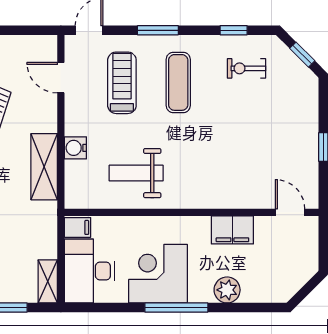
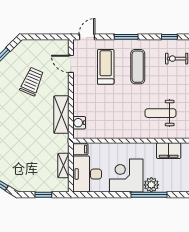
water cooler: (75, 148) -> (79, 123), moved
weight bench: (136, 173) -> (160, 113), moved
shelving: (48, 281) -> (63, 166), moved
plant: (227, 290) -> (151, 185), moved
window: (176, 308) -> (149, 195), moved

